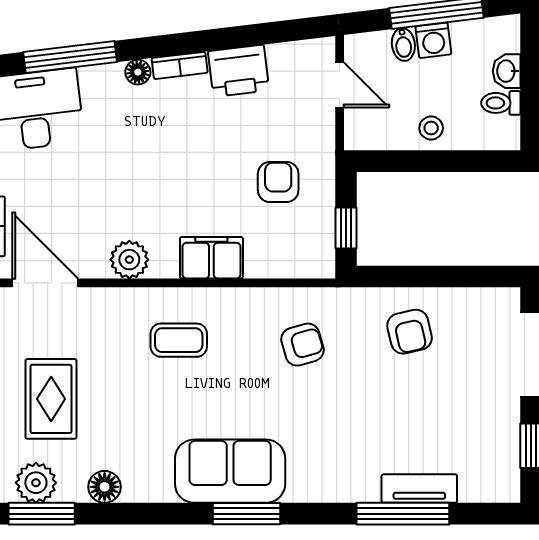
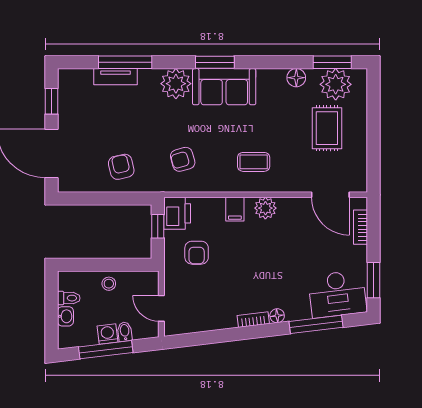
printer: (239, 71) -> (177, 213), moved, turned 97
filing cabinet: (211, 258) -> (235, 209), width x0.50
plant: (129, 260) -> (265, 208), moved
plant: (314, 476) -> (176, 84), added
plant: (36, 483) -> (336, 84), width x1.36, depth x1.36

